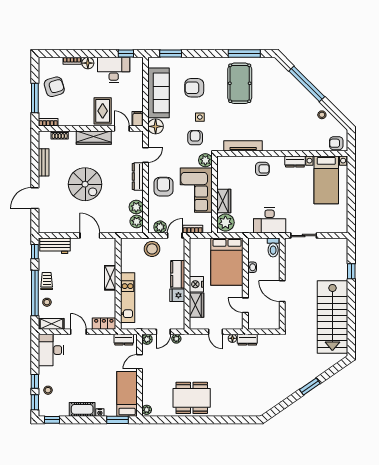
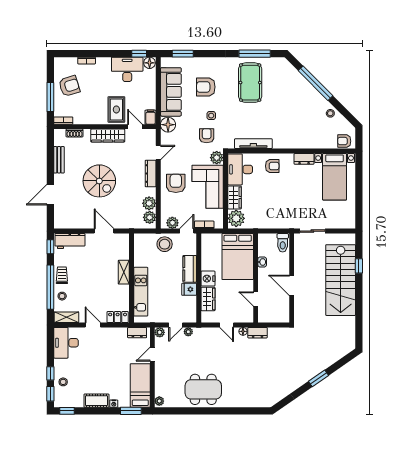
floor lamp: (88, 63) -> (150, 63), moved
desk: (270, 221) -> (240, 169), moved, turned 90
stairs: (332, 317) -> (341, 280), moved

